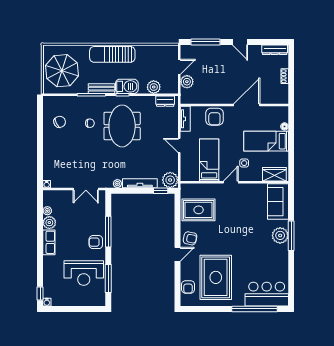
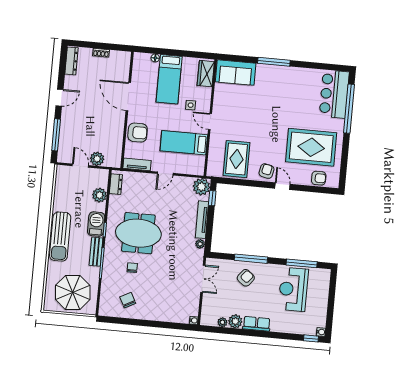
plant: (280, 235) -> (272, 74), removed
armchair: (96, 242) -> (246, 278), moved, turned -142
reception desk: (84, 273) -> (293, 289), turned 180

